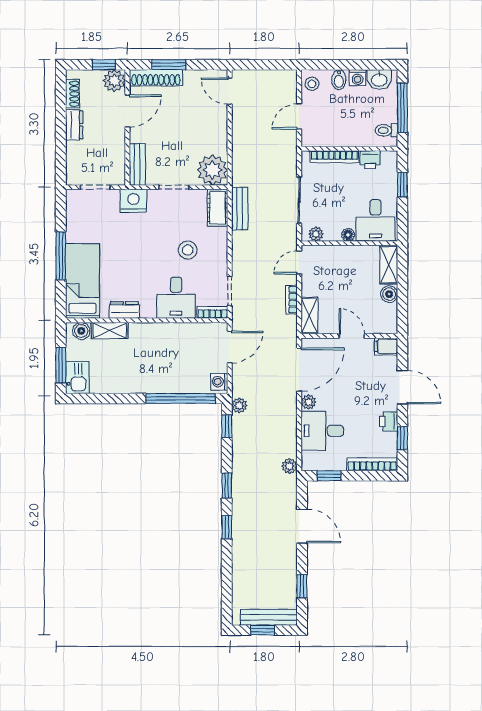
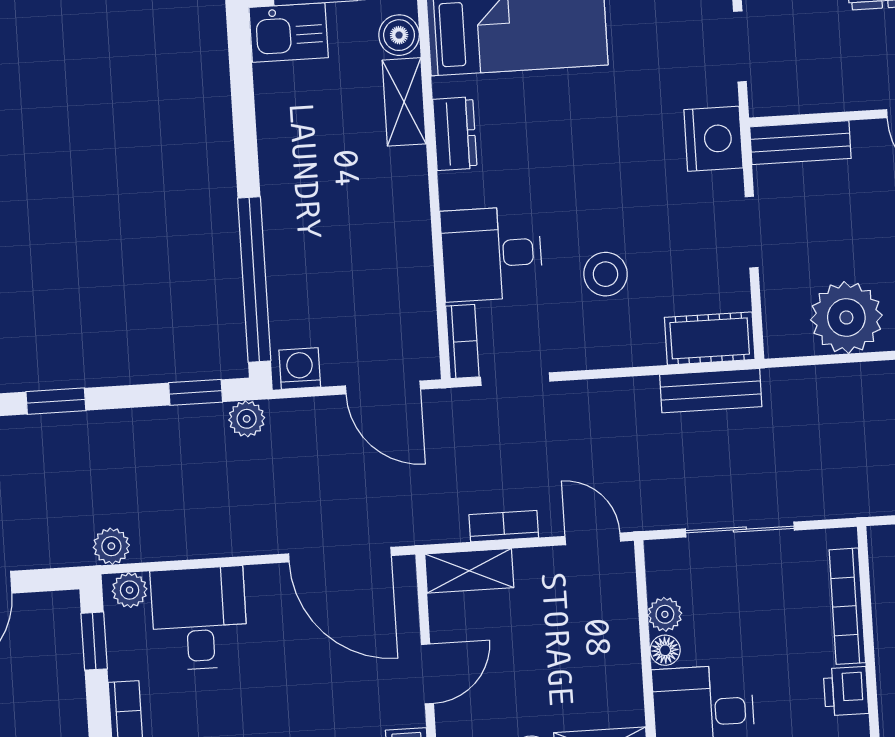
plant: (212, 170) -> (846, 317), moved
plant: (316, 234) -> (665, 614), moved
plant: (308, 402) -> (130, 590), moved

